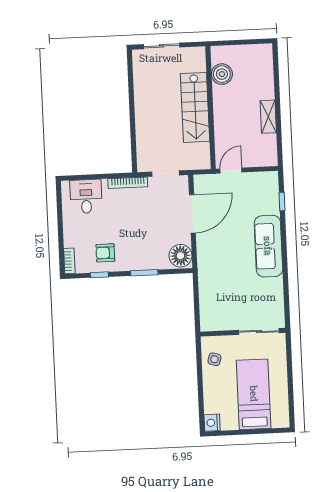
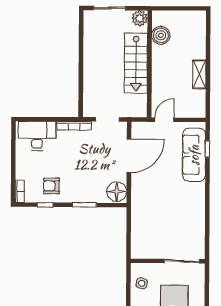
plant: (197, 56) -> (140, 18), added
desk: (86, 196) -> (37, 136), width x1.37
sofa: (268, 246) -> (194, 155), moved

